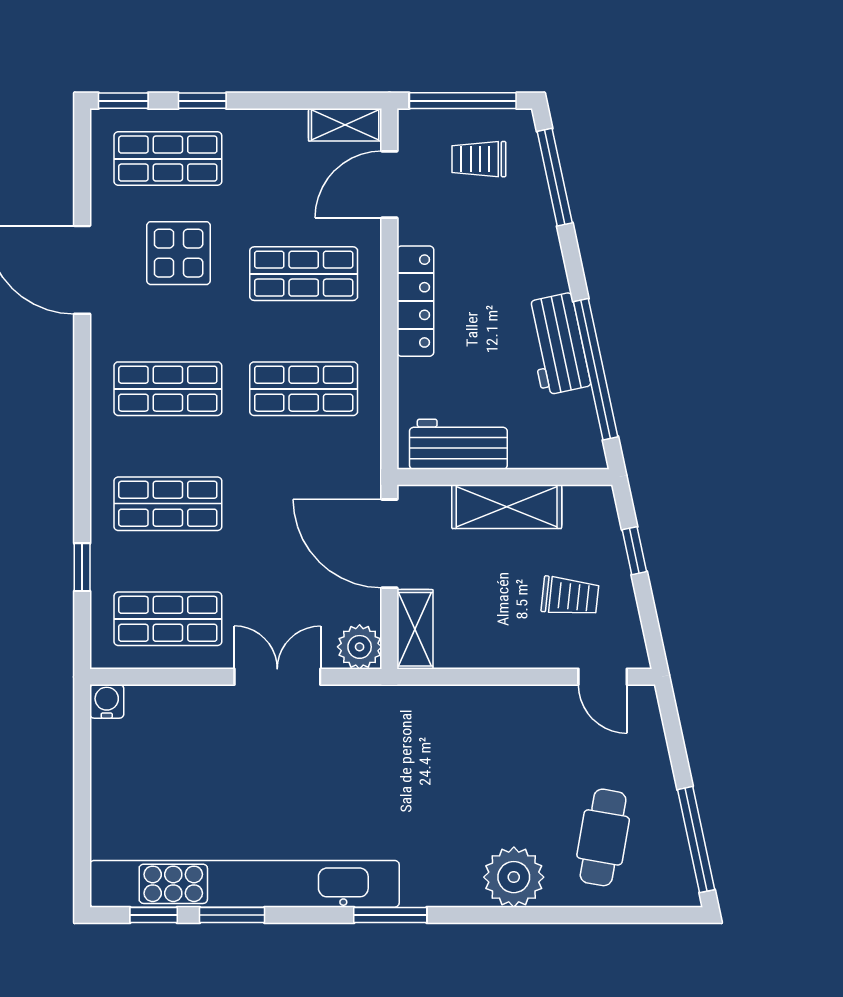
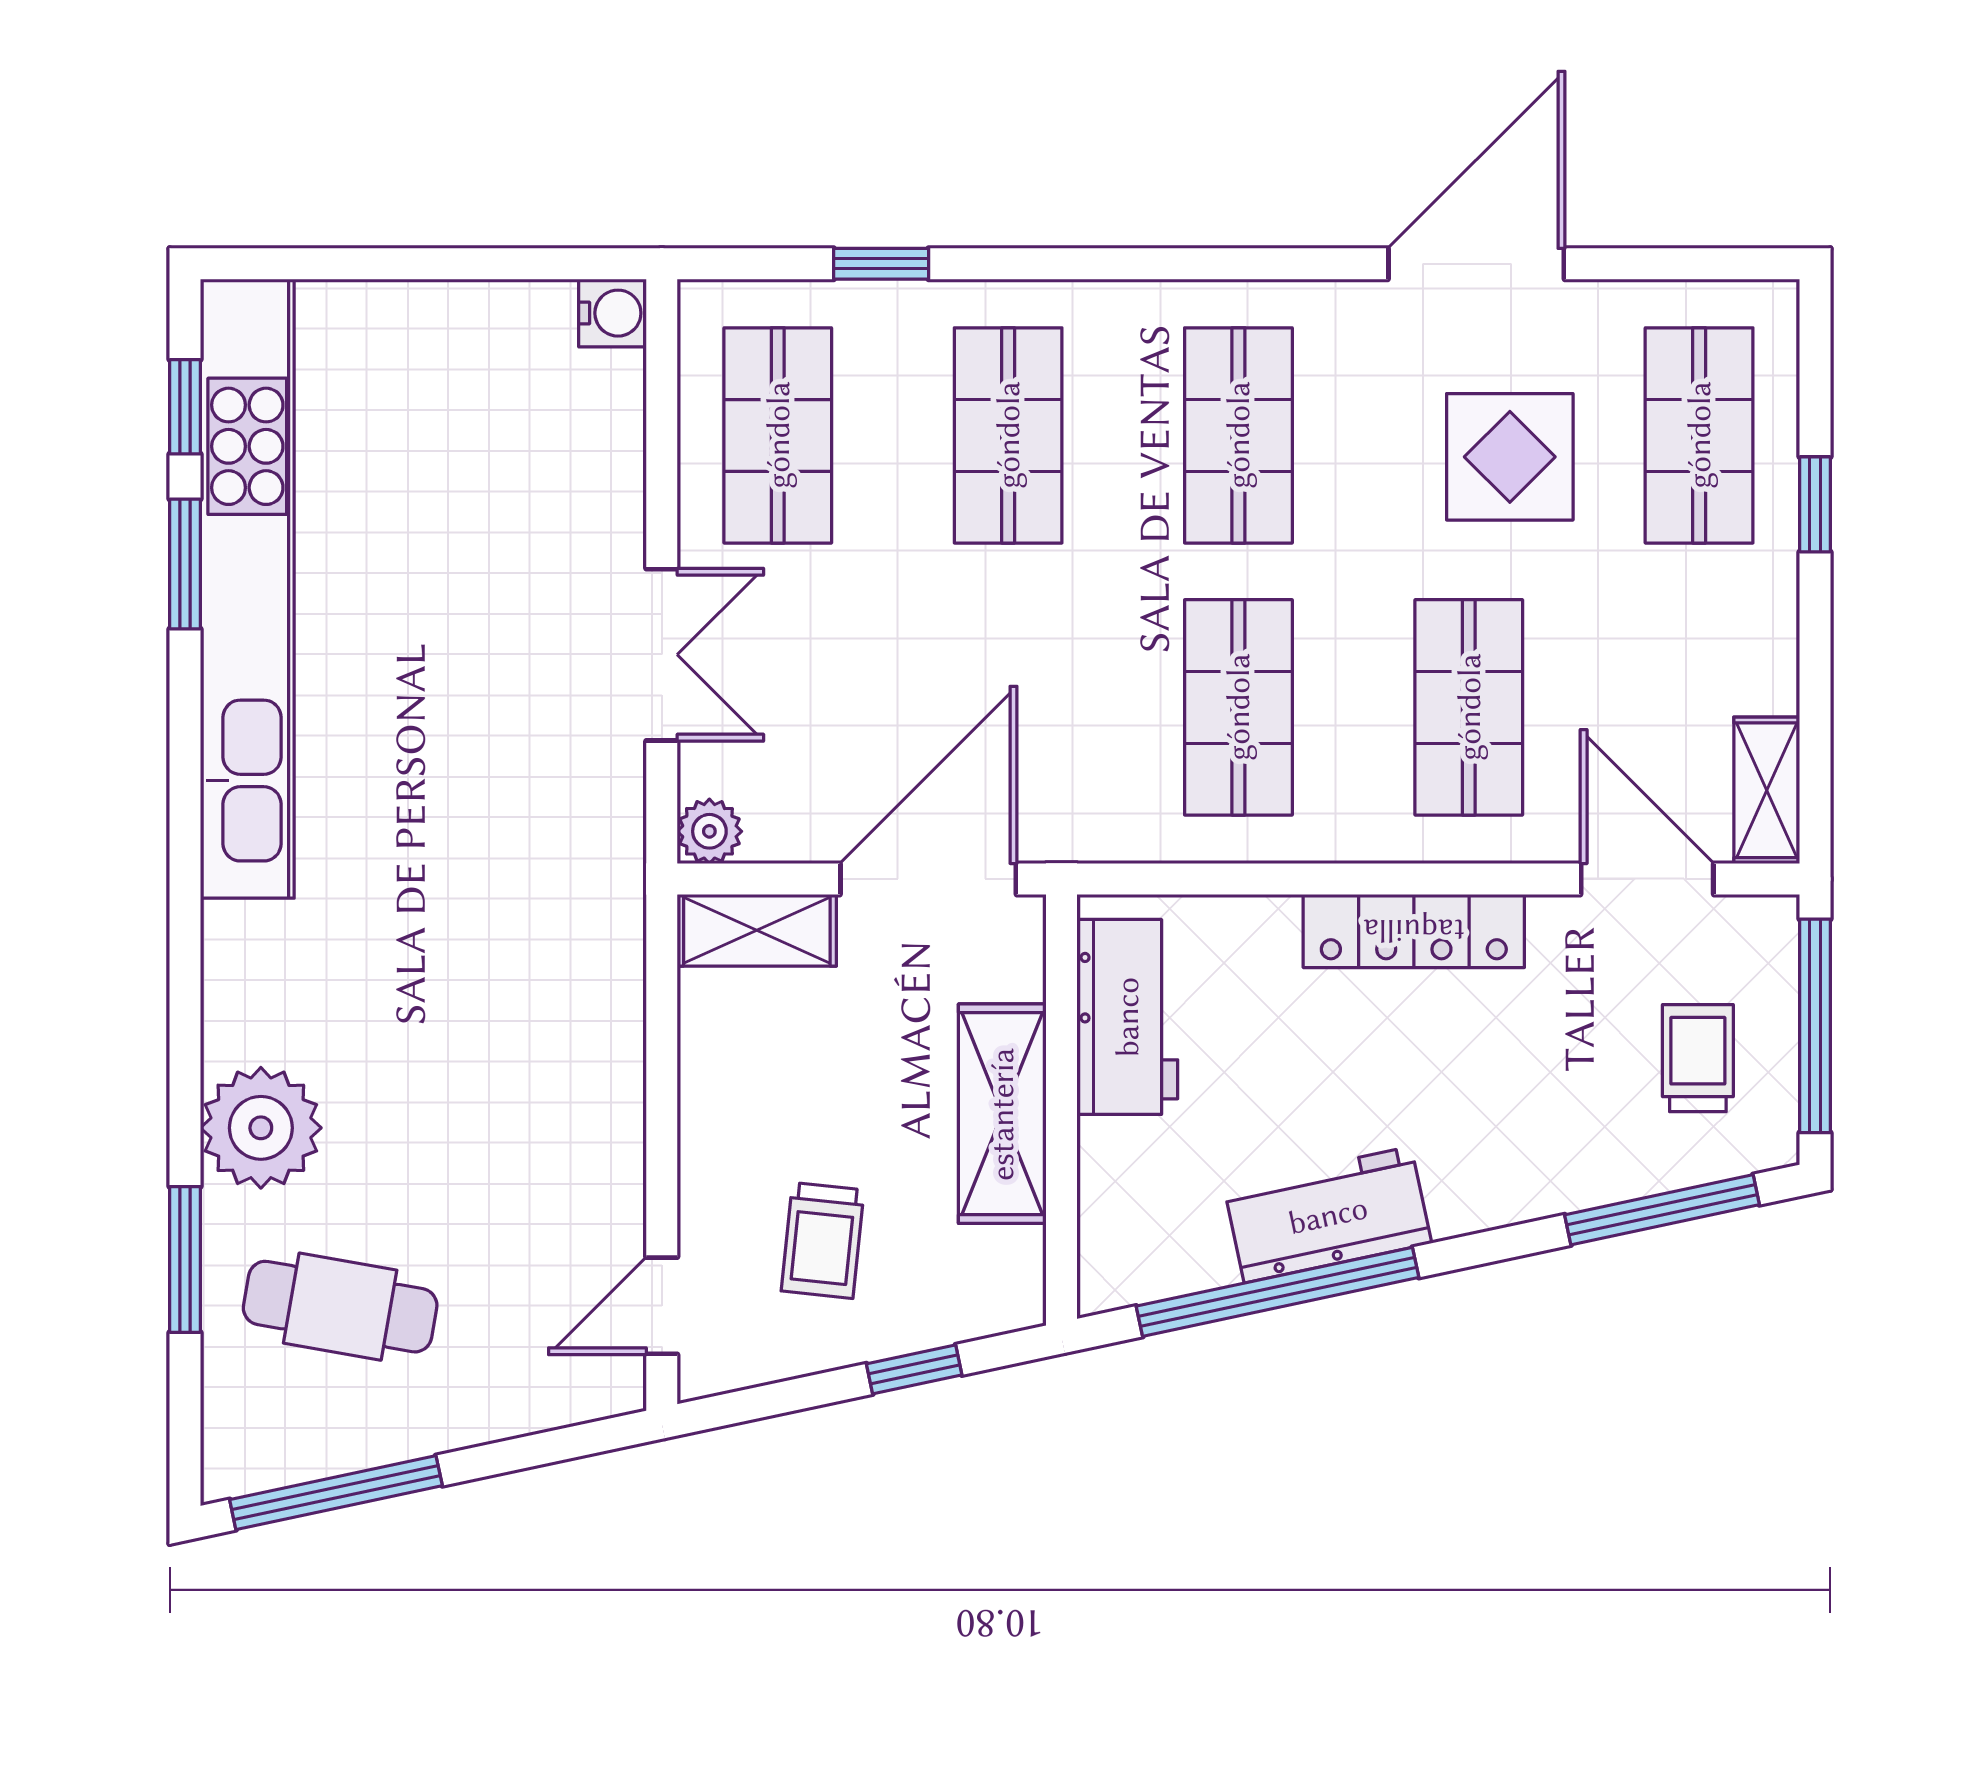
window: (123, 101) -> (1815, 346), removed
plant: (360, 647) -> (709, 831), width x0.73, depth x0.73
window: (390, 915) -> (185, 1259), moved

